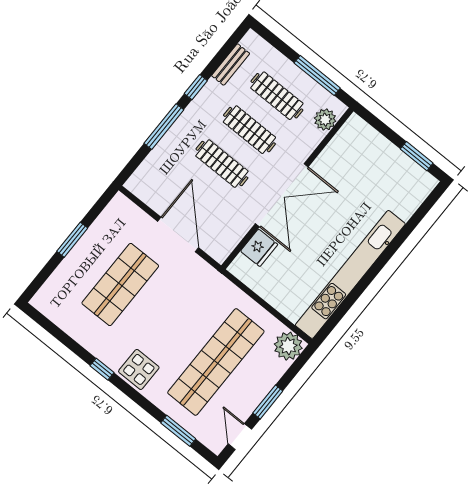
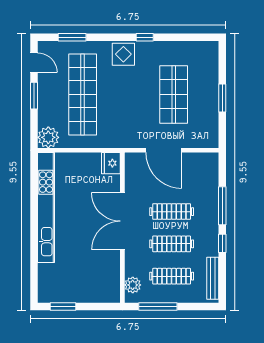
bench: (231, 65) -> (213, 278), width x1.36
fridge: (259, 248) -> (111, 163), moved

